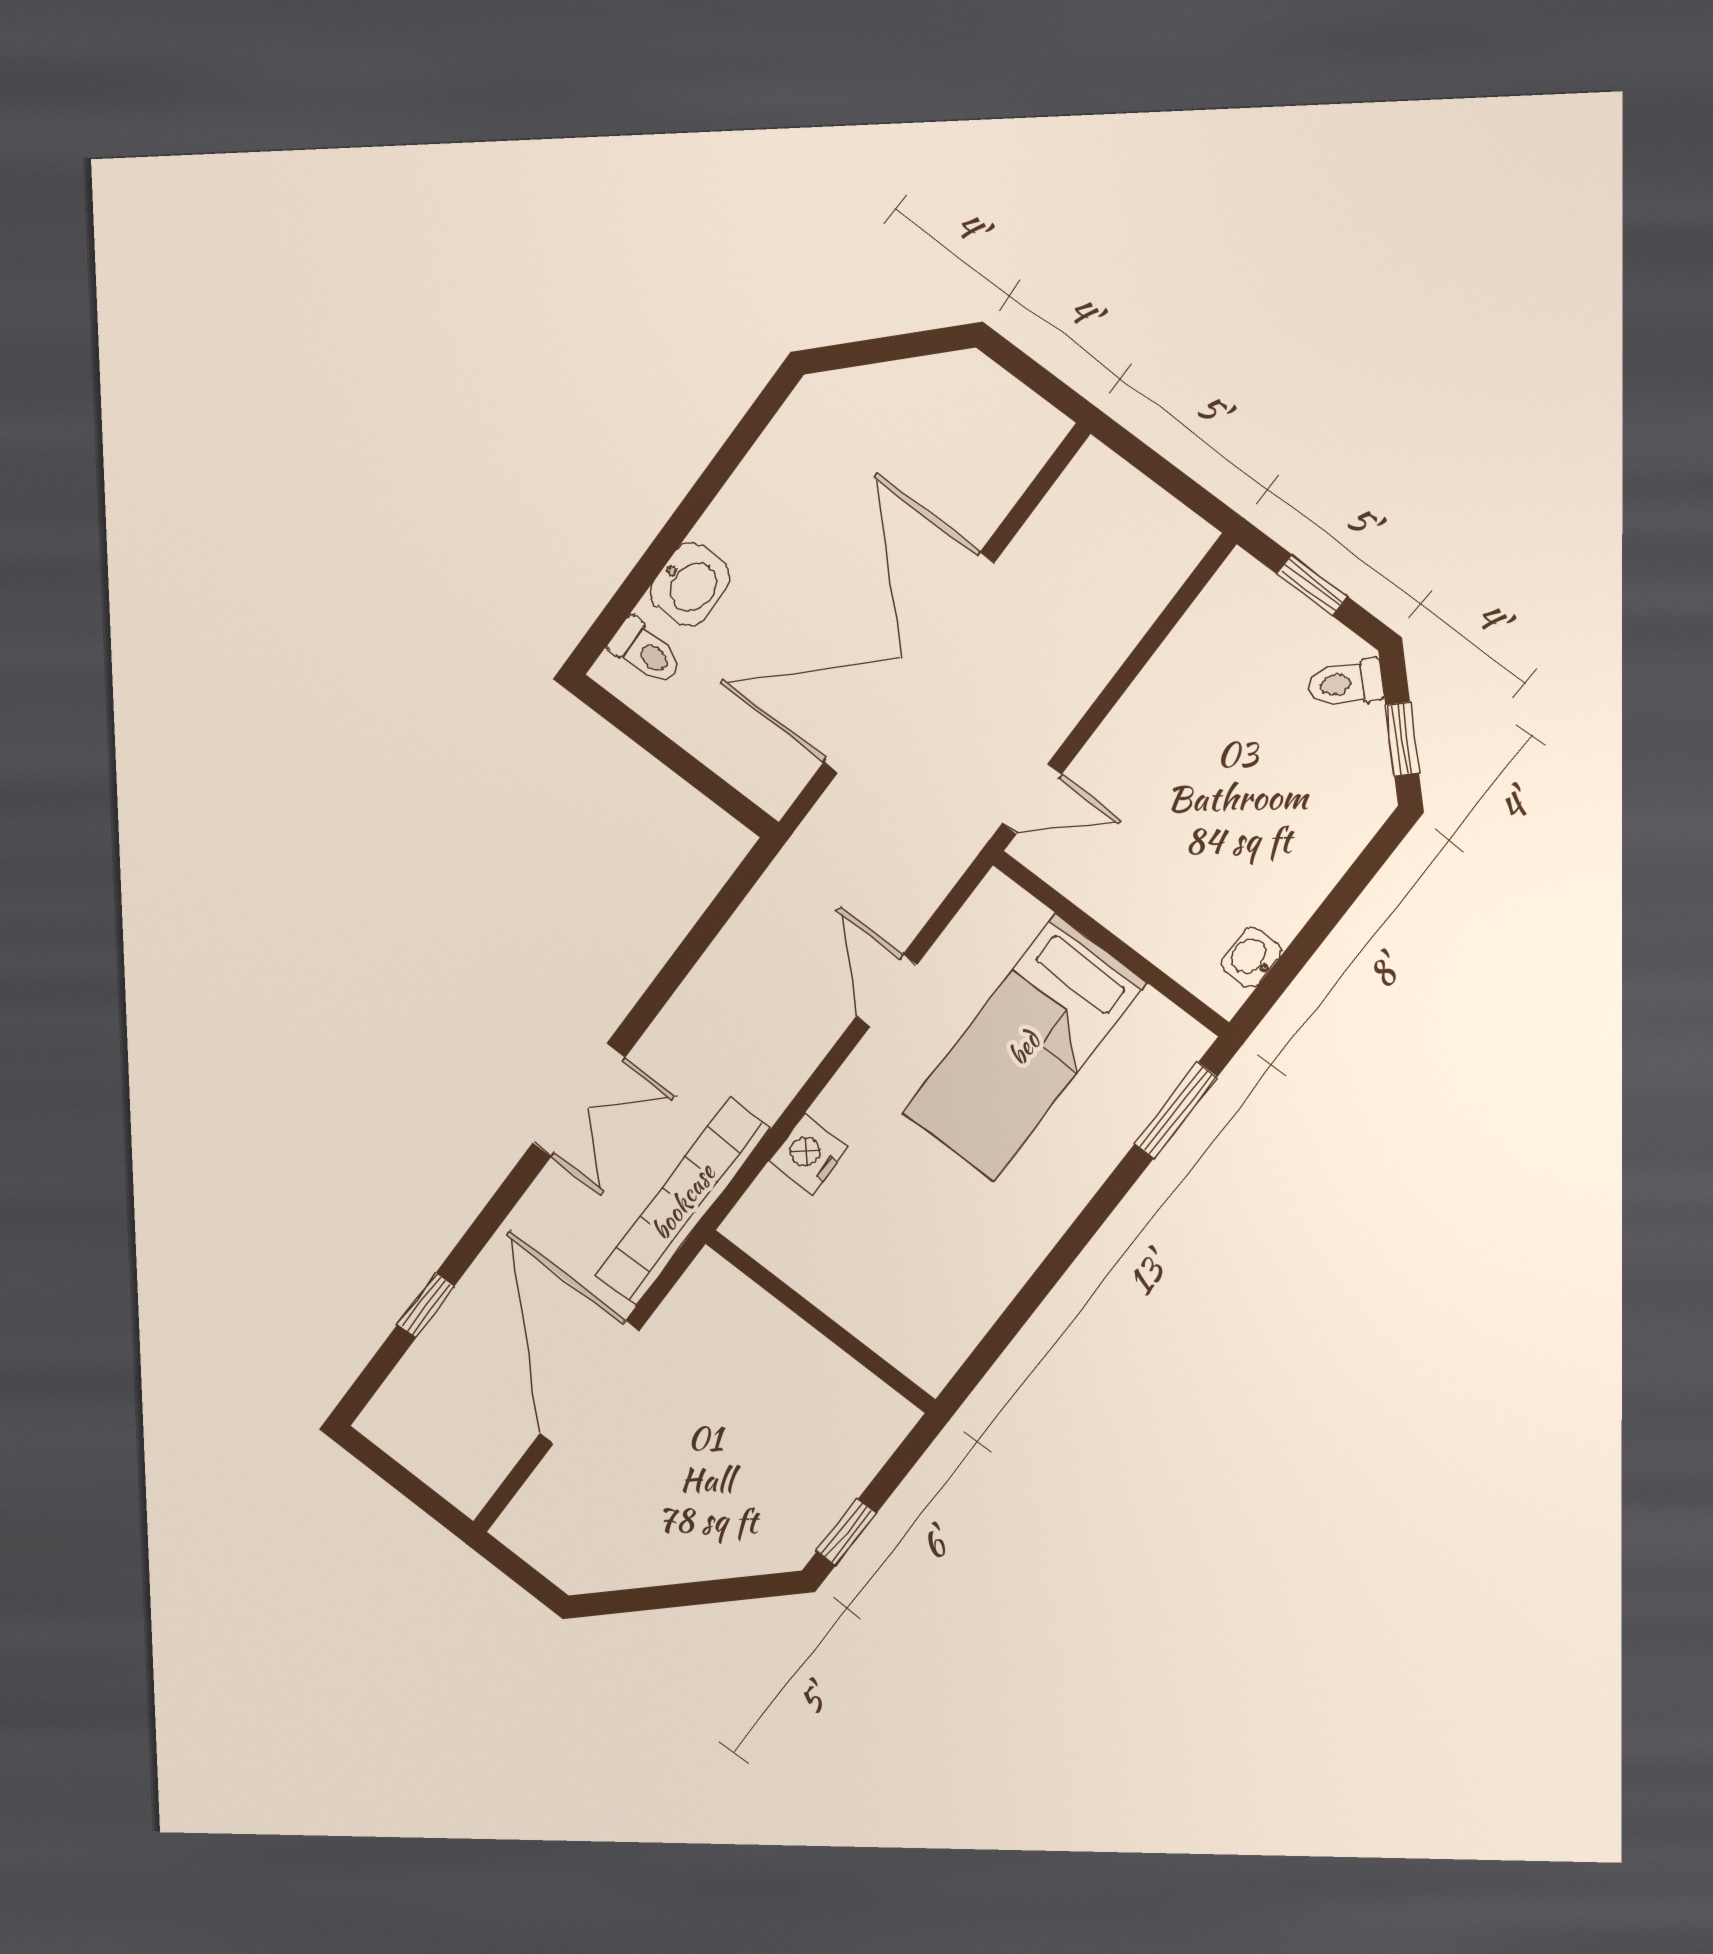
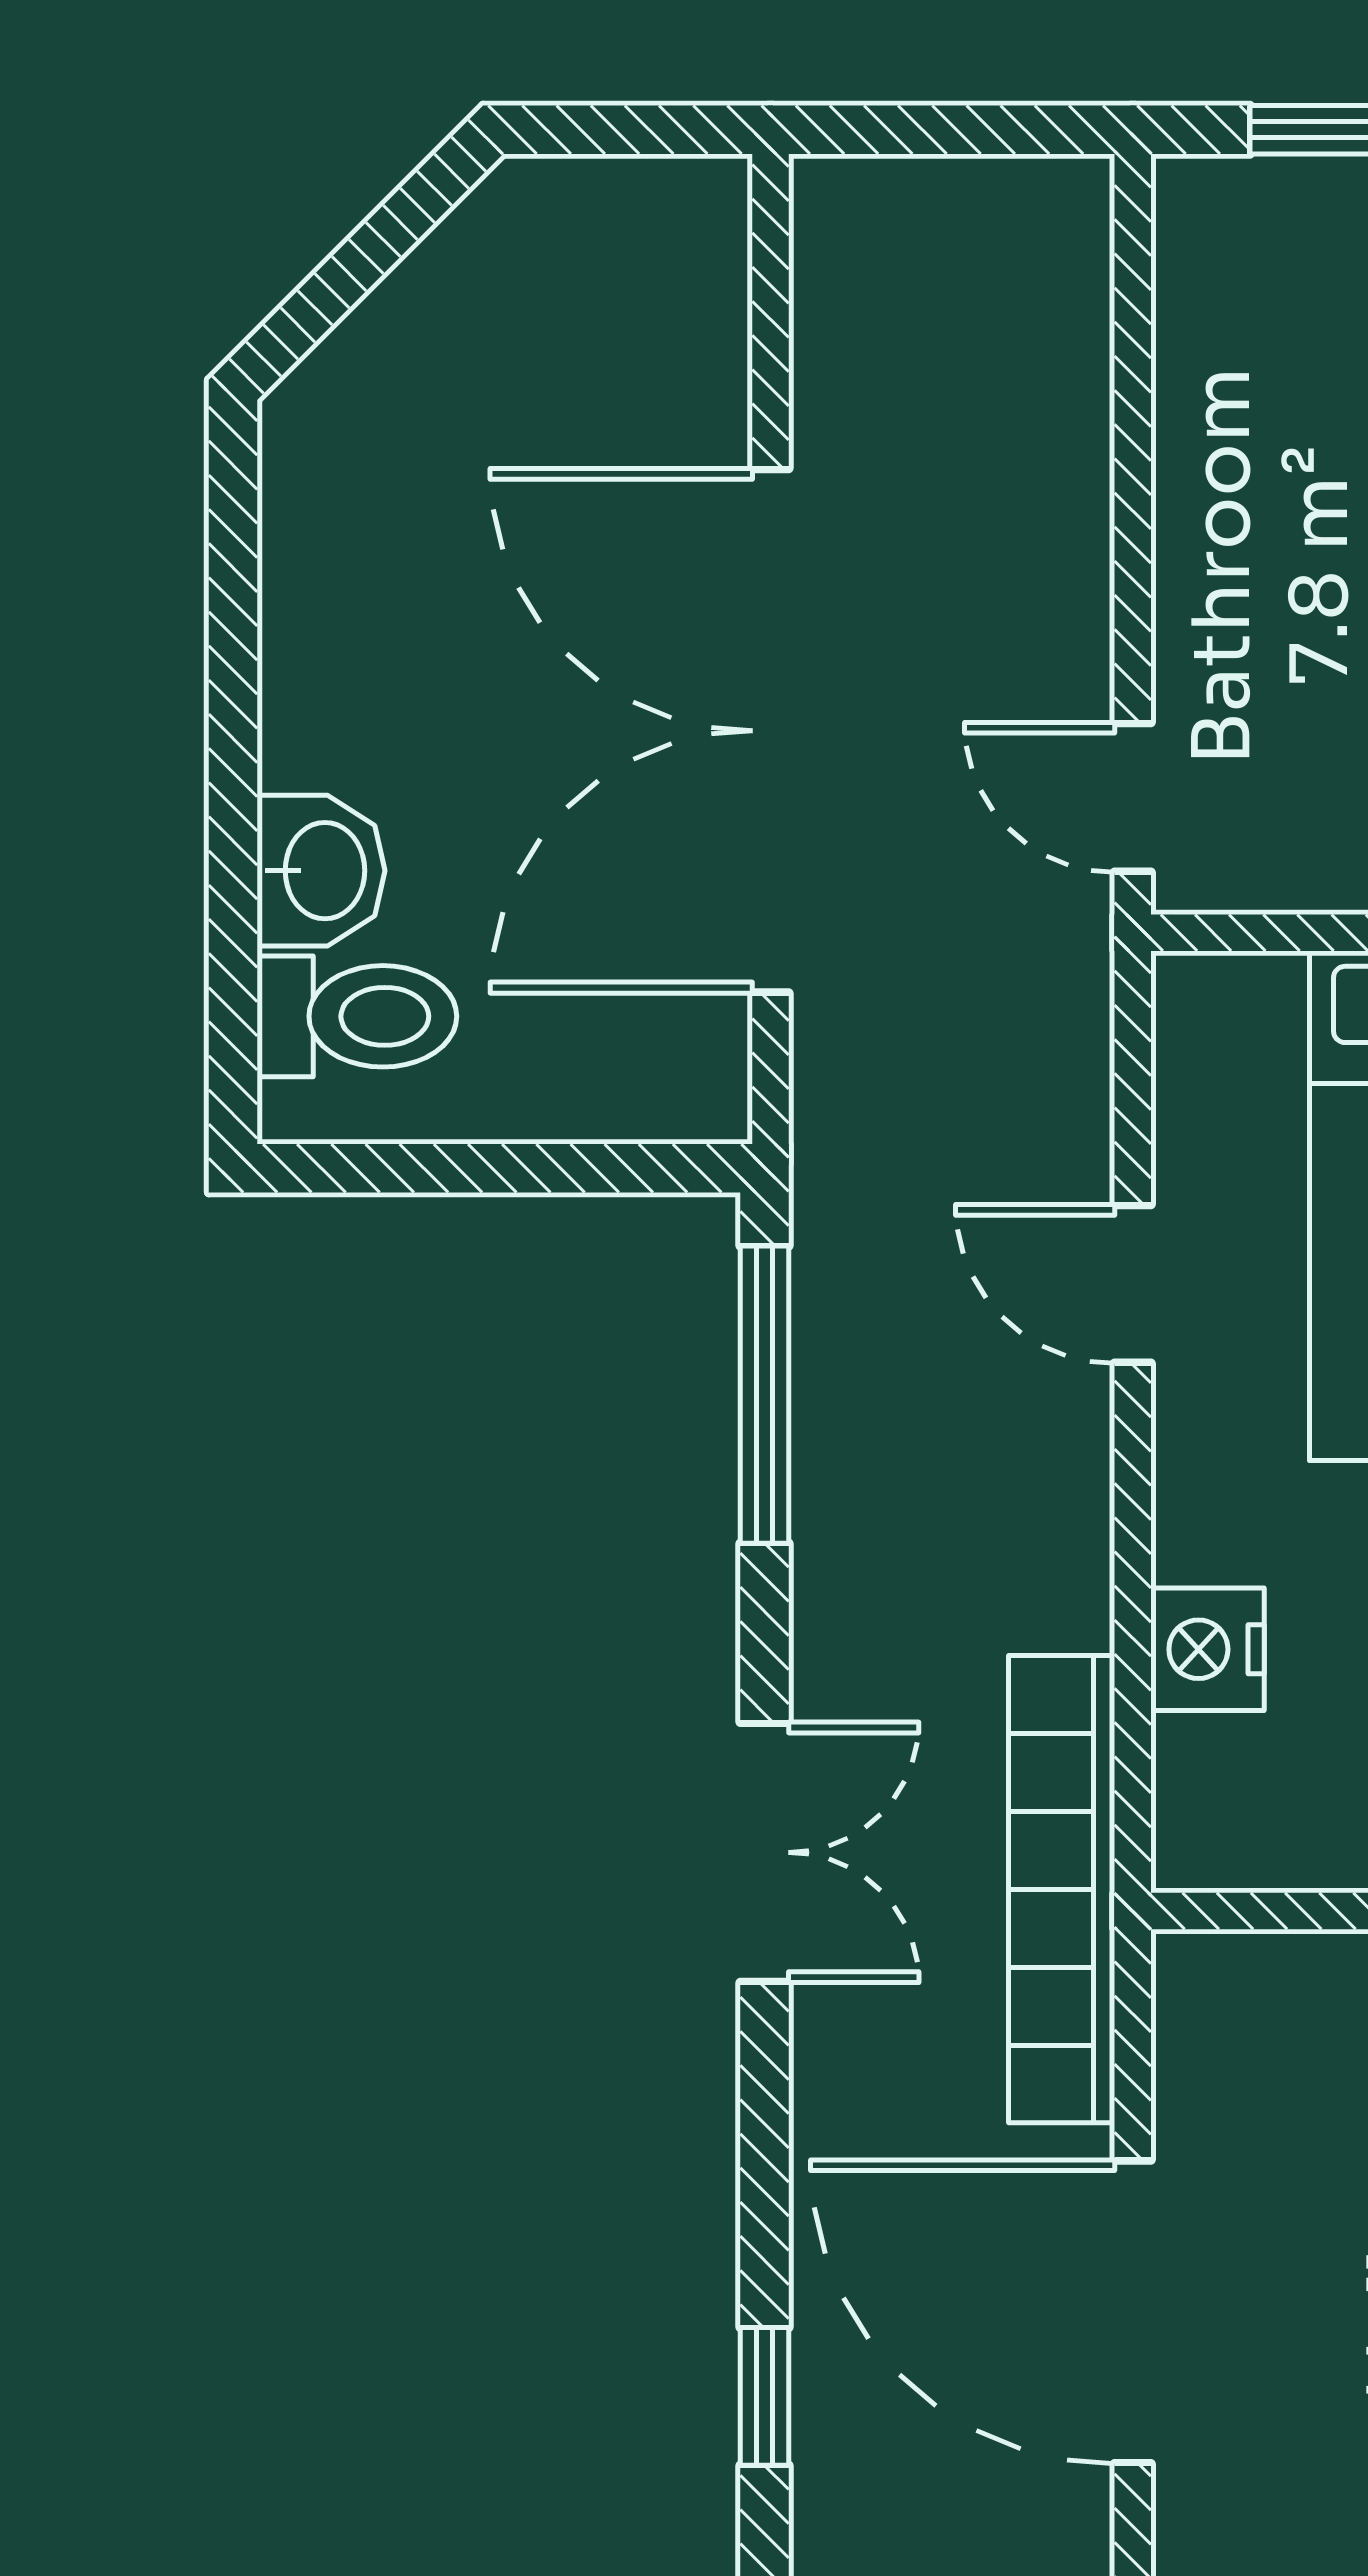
toilet: (646, 652) -> (357, 1016), width x1.37, depth x1.39
door: (1032, 799) -> (1133, 797), swing flipped
window: (710, 924) -> (764, 1395), added

